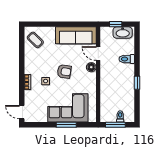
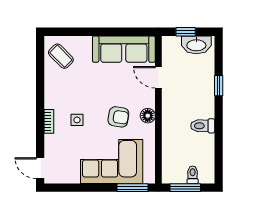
toilet: (127, 59) -> (203, 126), moved
floor lamp: (91, 67) -> (148, 116), moved
armchair: (64, 71) -> (118, 117), moved
window: (137, 83) -> (219, 86), moved
window: (66, 125) -> (133, 188), moved

